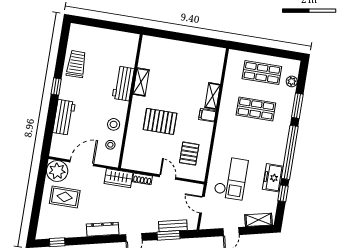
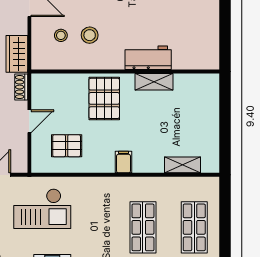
shelving: (141, 82) -> (154, 82), moved
workbench: (123, 83) -> (148, 58), moved
shelving: (213, 96) -> (182, 165), moved
wall: (130, 101) -> (125, 71), moved

